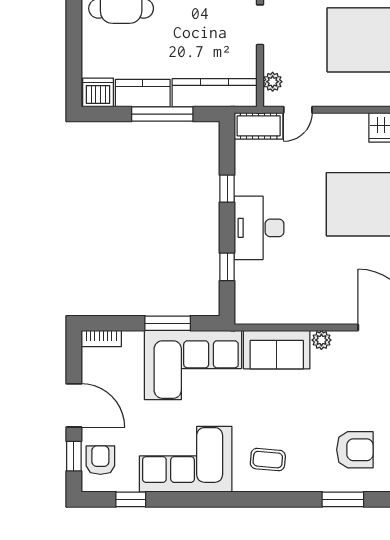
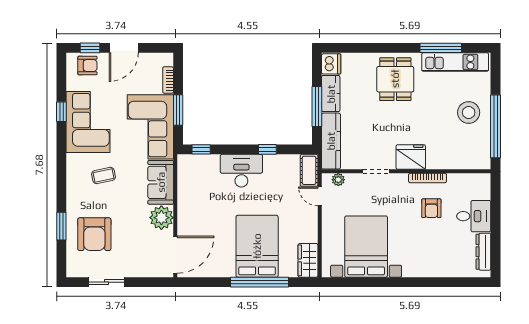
window: (227, 267) -> (201, 149), moved
bookcase: (101, 338) -> (168, 80), moved
plant: (321, 340) -> (161, 218), width x1.88, depth x1.88
armchair: (355, 450) -> (94, 234), width x1.36, depth x1.36
coffee table: (268, 460) -> (103, 175), moved, turned 73
window: (131, 499) -> (61, 112), moved

